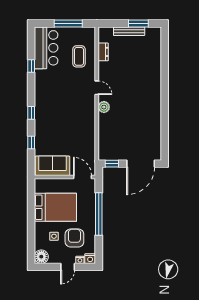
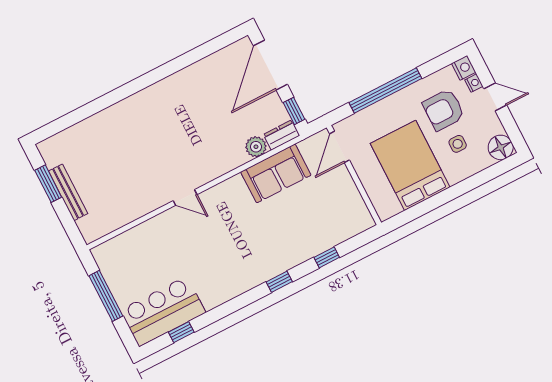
dresser: (103, 52) -> (282, 135), moved
coffee table: (79, 56) -> (150, 252), removed
window: (31, 66) -> (181, 332), moved
door: (97, 88) -> (185, 198), swing flipped
plant: (104, 107) -> (256, 147), moved
door: (141, 164) -> (270, 65), swing flipped
sofa: (53, 166) -> (276, 173), moved, turned -90

